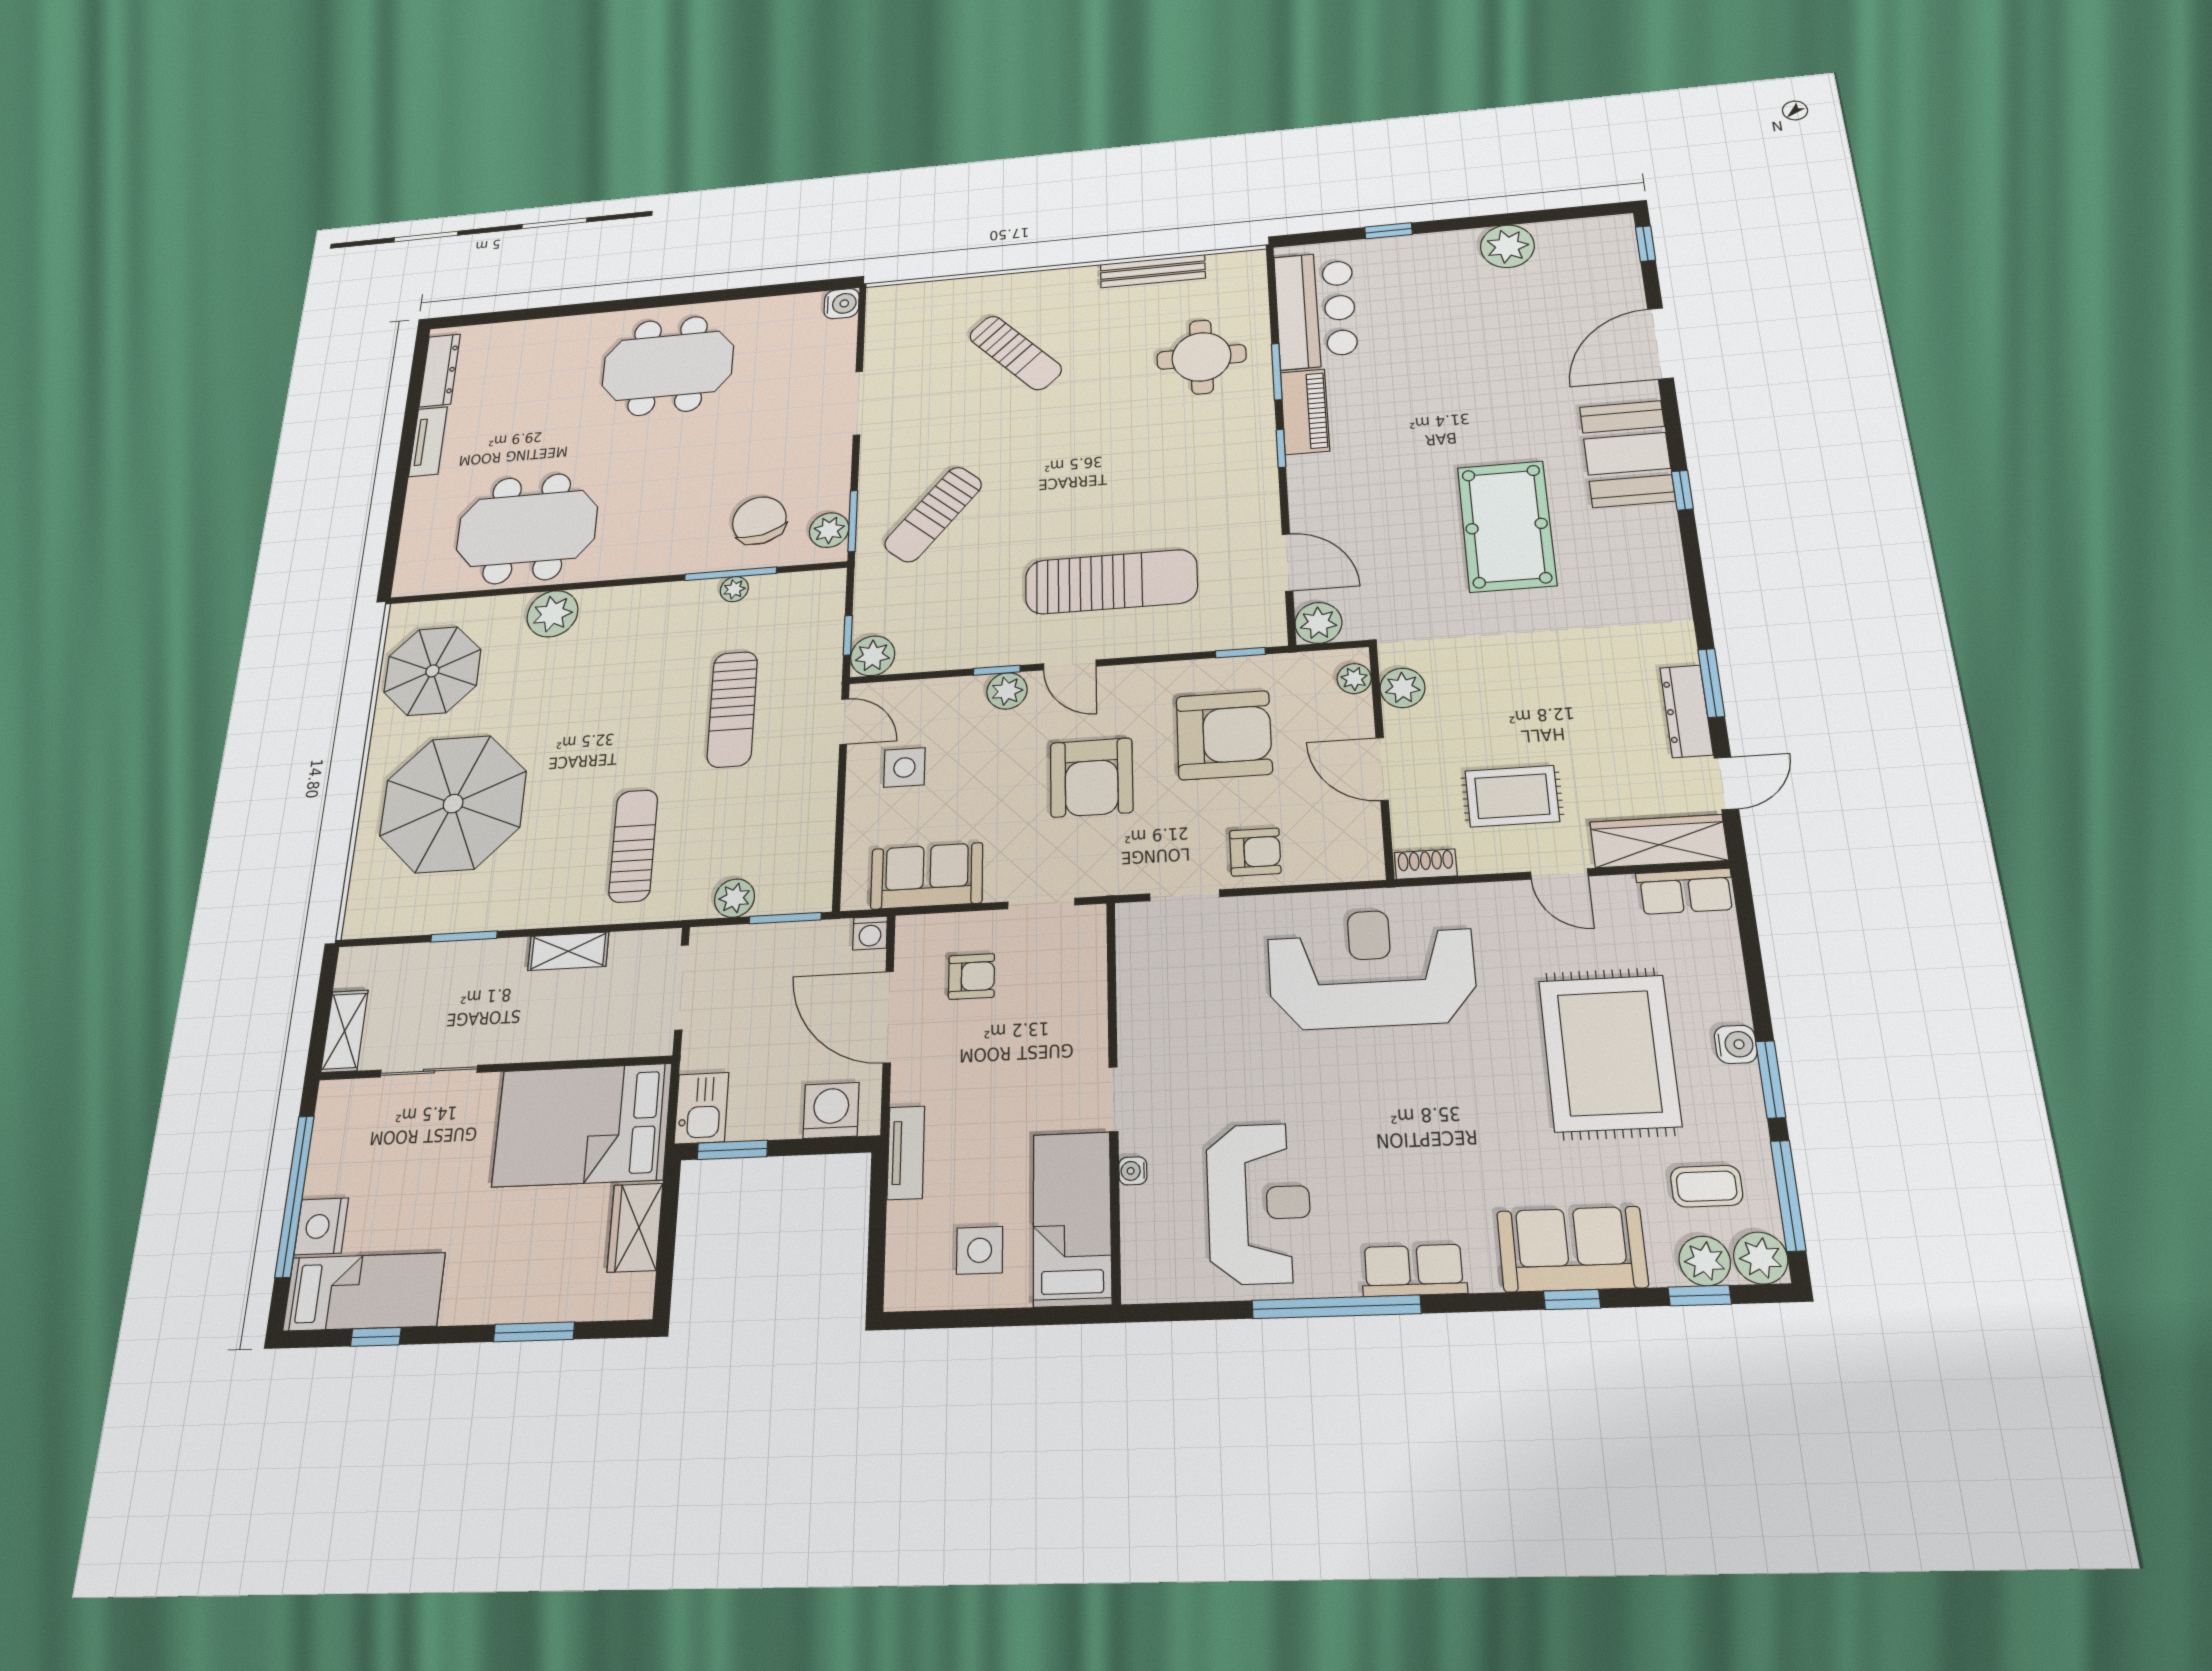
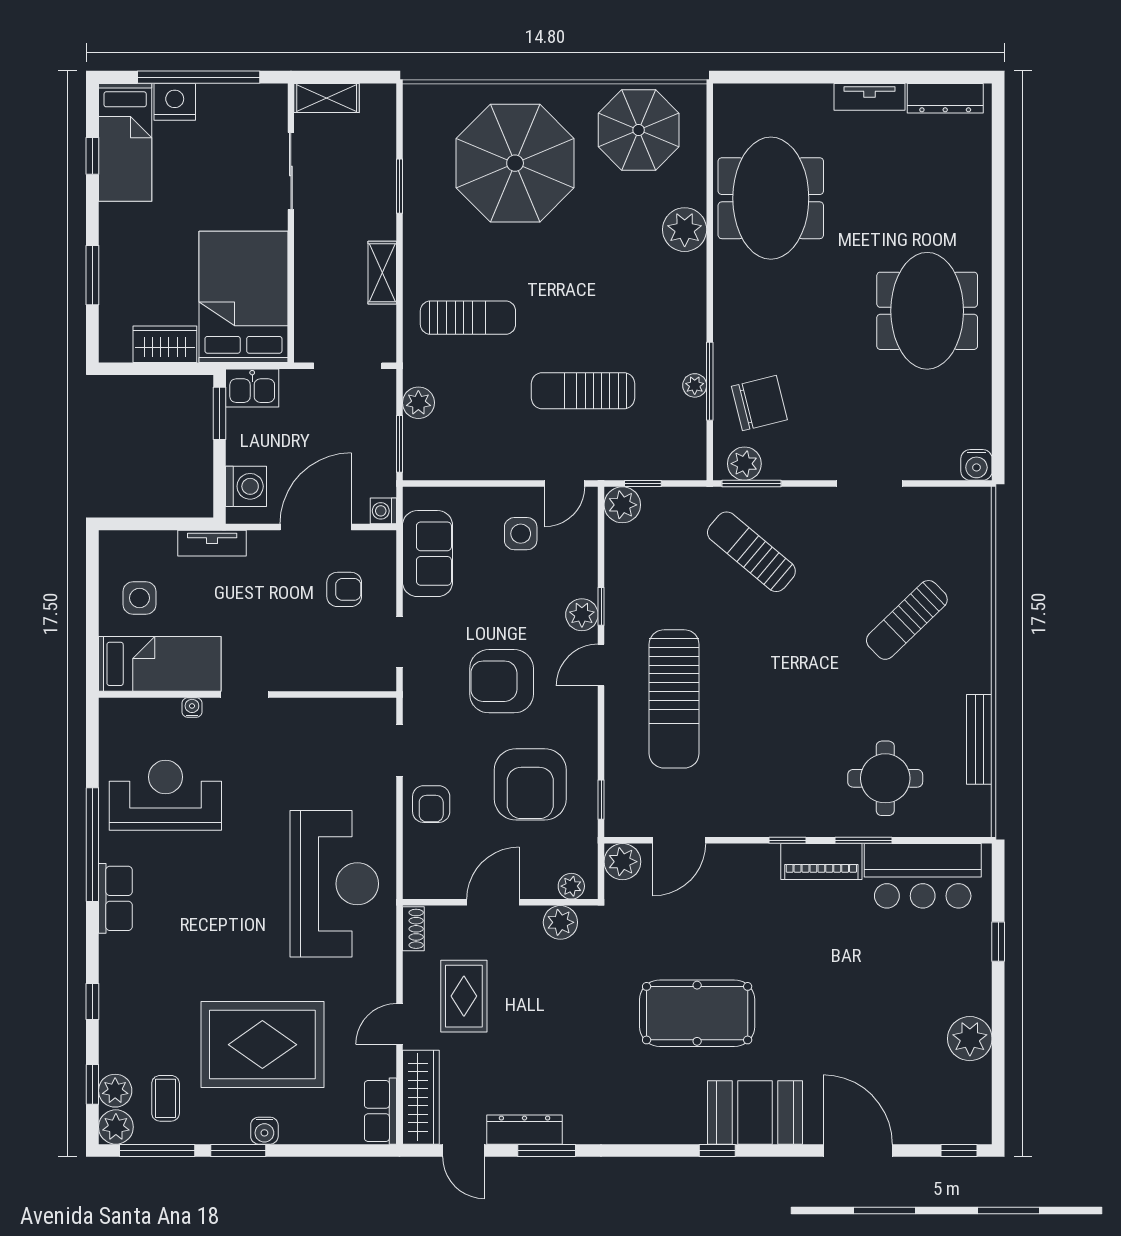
armchair: (971, 976) -> (344, 589), turned -90
reception desk: (1259, 1203) -> (165, 795), turned 180
sofa: (1572, 1249) -> (126, 1005), removed

